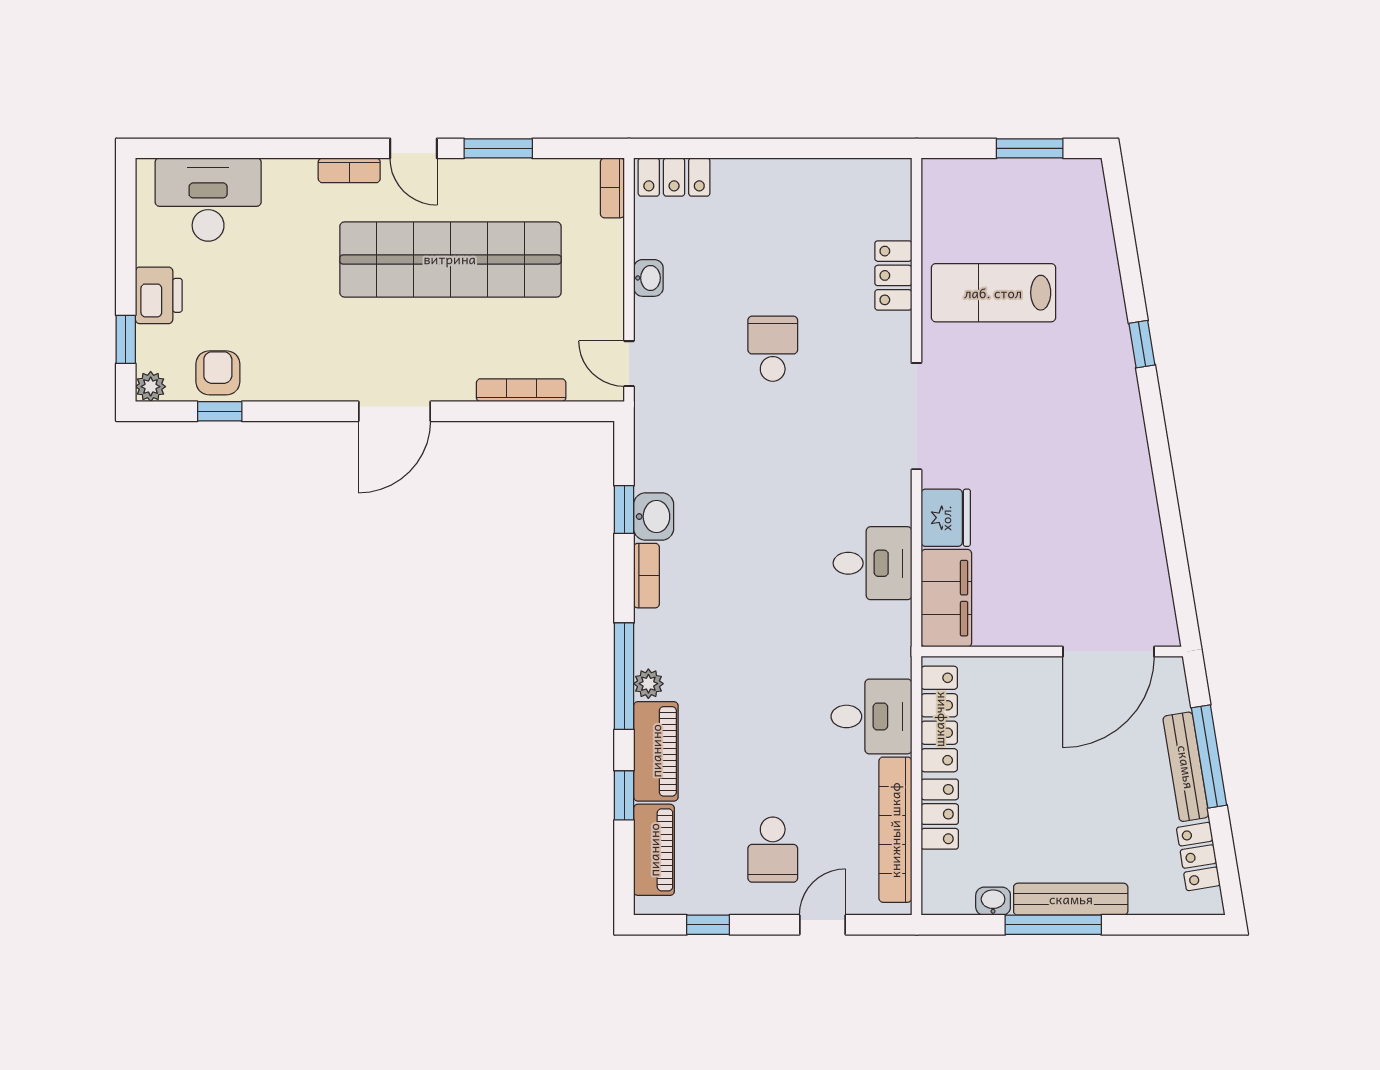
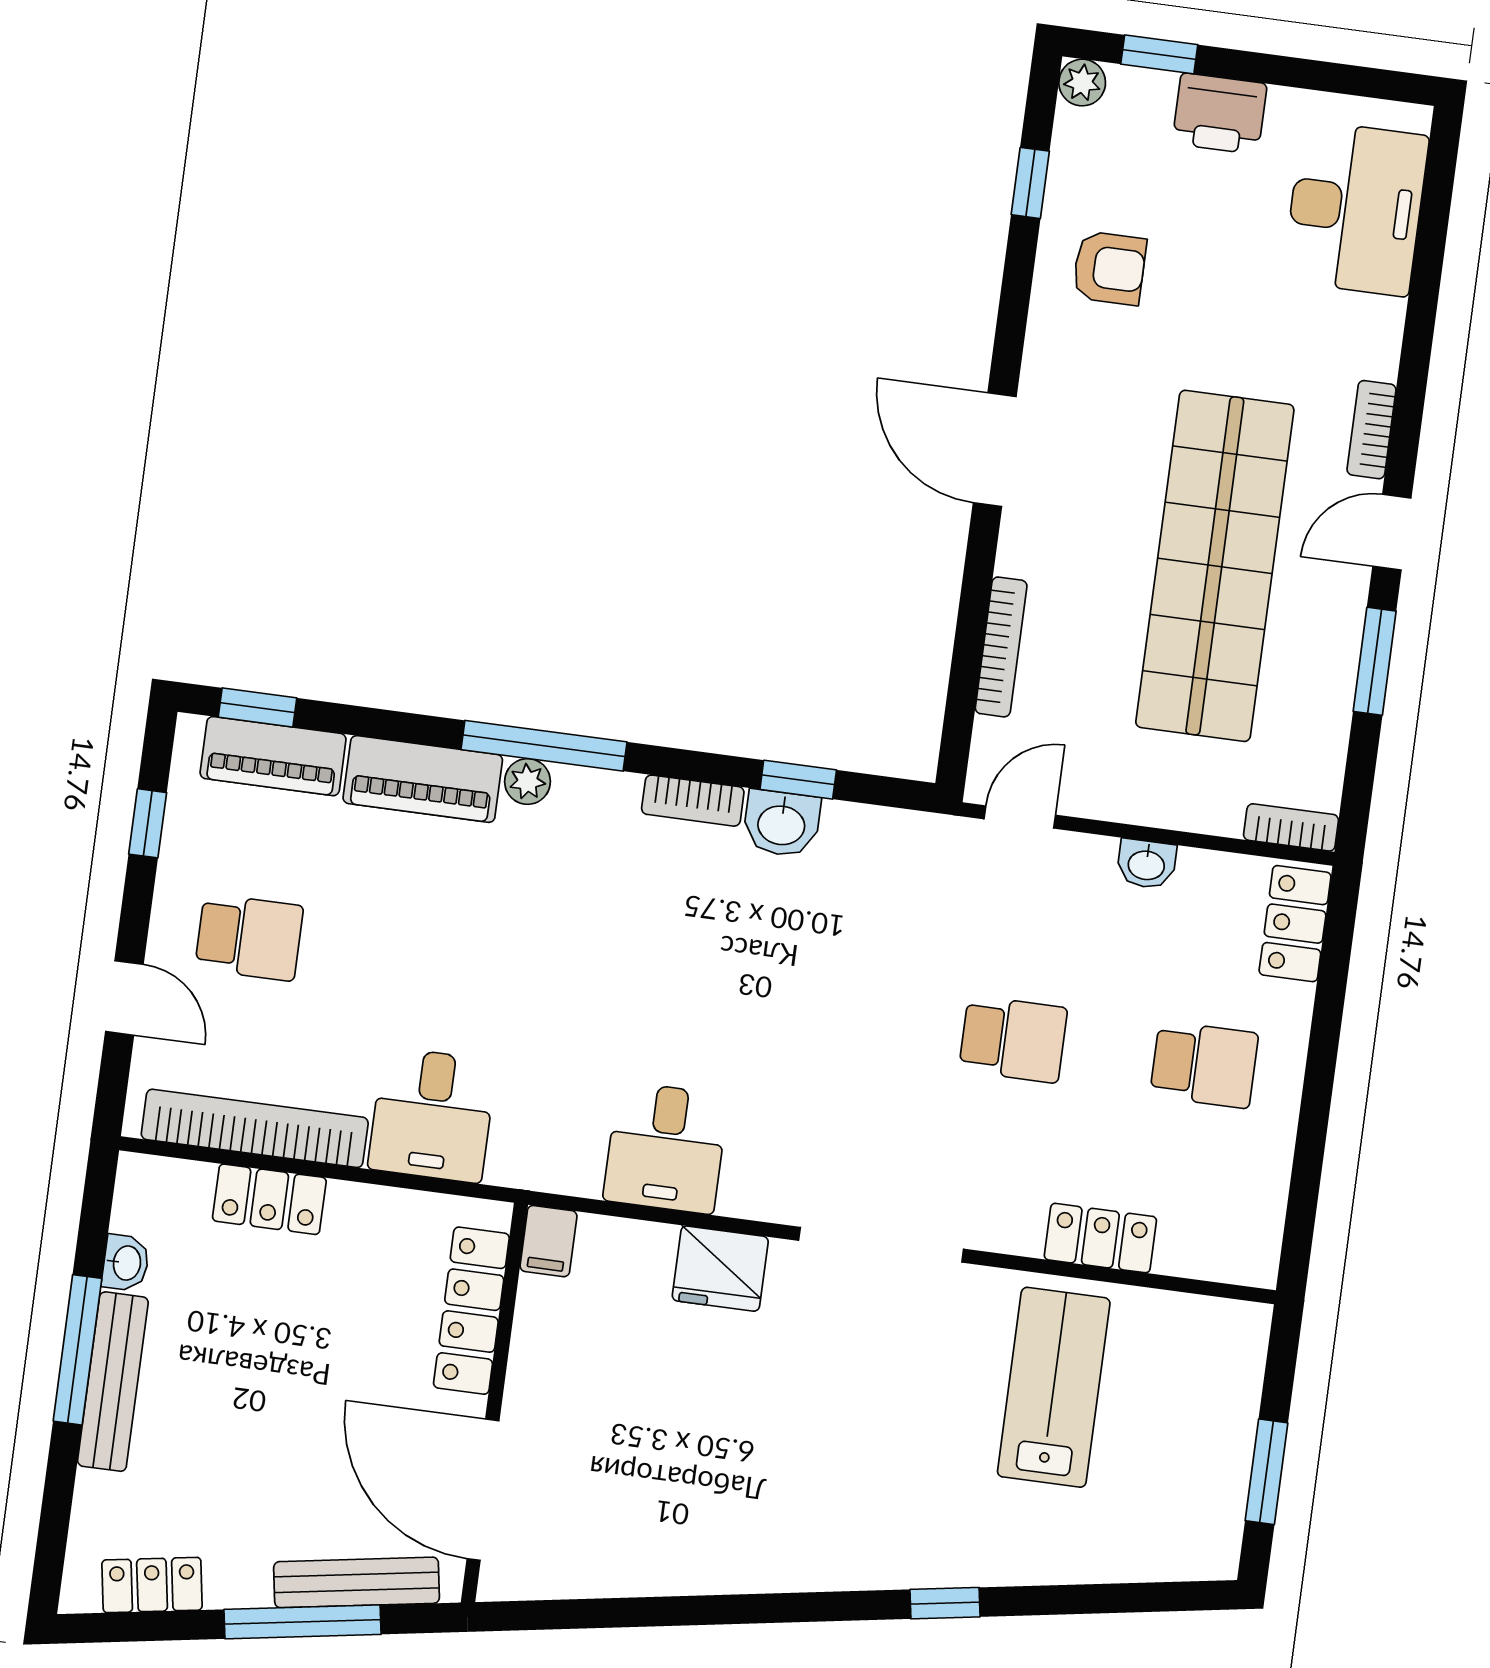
school desk: (773, 224) -> (1204, 1065), added
armchair: (218, 373) -> (1109, 268), moved
filing cabinet: (946, 598) -> (548, 1241), width x0.33, depth x0.86
locker: (939, 719) -> (471, 1311), moved, turned 90
bench: (1186, 767) -> (357, 1582), moved
window: (624, 795) -> (257, 708), moved
school desk: (773, 850) -> (249, 937), turned 180

